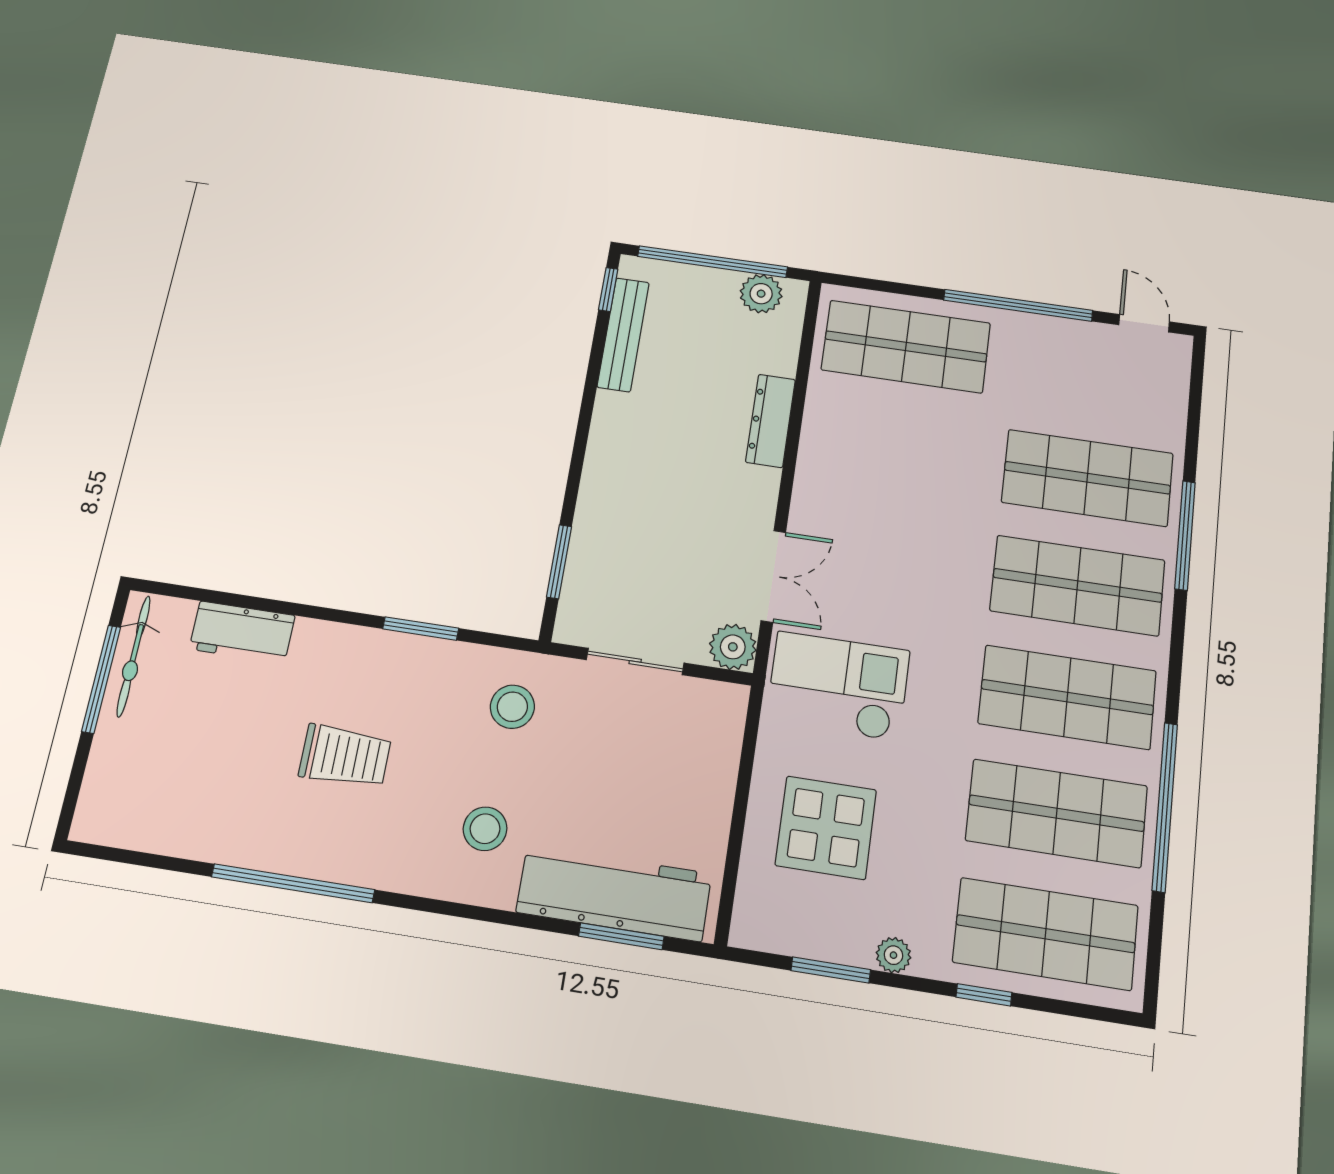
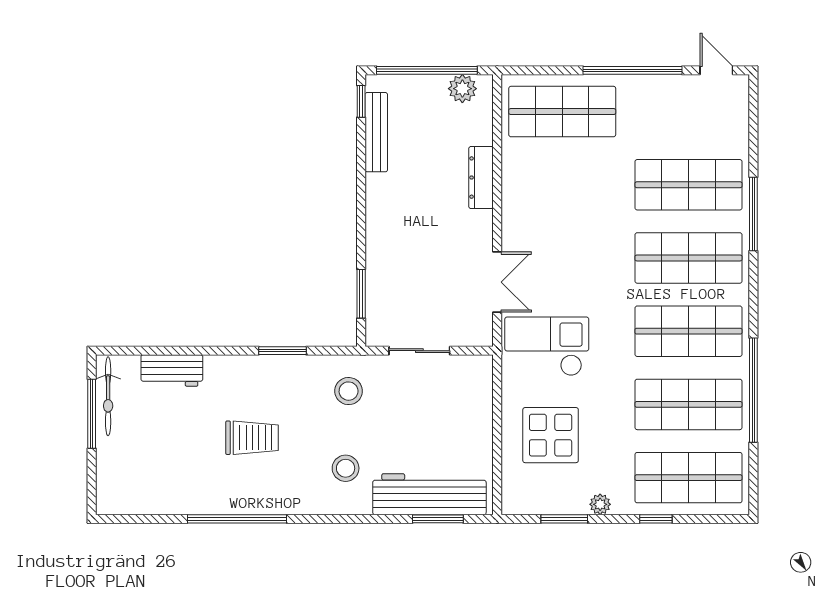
plant: (733, 647) -> (478, 332), removed

